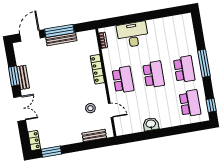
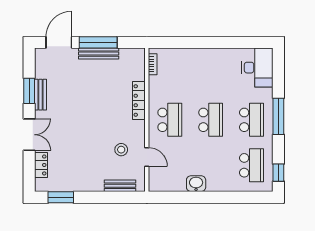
desk: (133, 35) -> (257, 68), moved, turned 90
locker: (34, 140) -> (41, 165), moved

